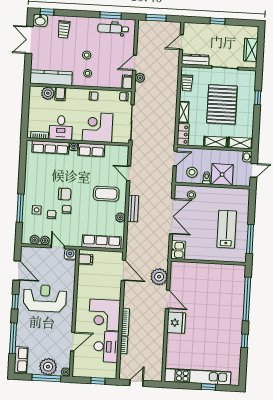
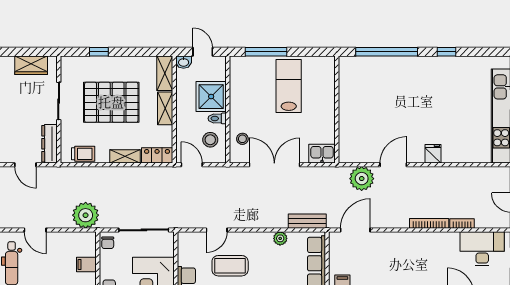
door: (135, 63) -> (35, 230), moved
plant: (140, 78) -> (86, 215), width x1.88, depth x1.88
filing cabinet: (127, 82) -> (86, 264), moved
coffee table: (106, 194) -> (230, 266), moved, turned 90
bench: (133, 208) -> (307, 221), moved
lab bench: (227, 229) -> (289, 86), turned 90
window: (250, 239) -> (266, 52), moved
corner desk: (105, 315) -> (420, 253), removed
fridge: (176, 323) -> (433, 154), width x0.53, depth x0.75
desk: (106, 347) -> (482, 249), moved

